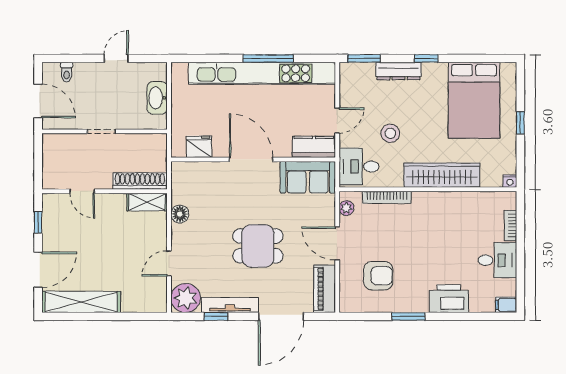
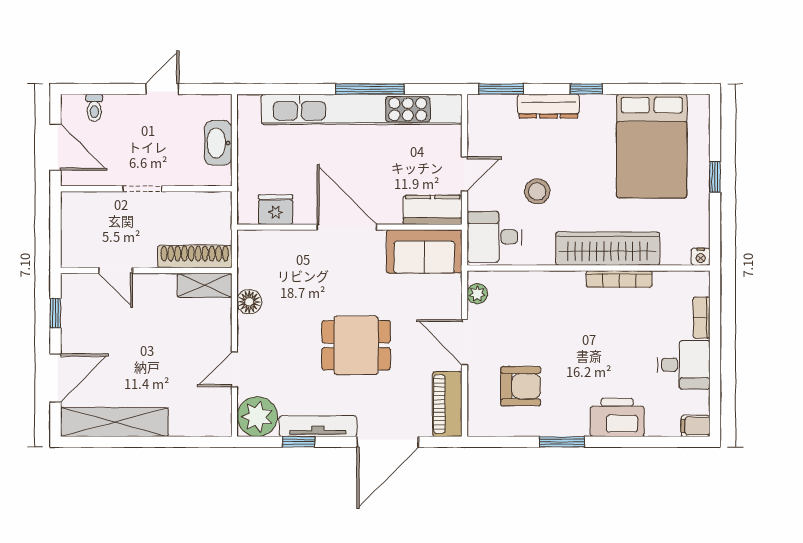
bookcase: (387, 197) -> (619, 279), moved

